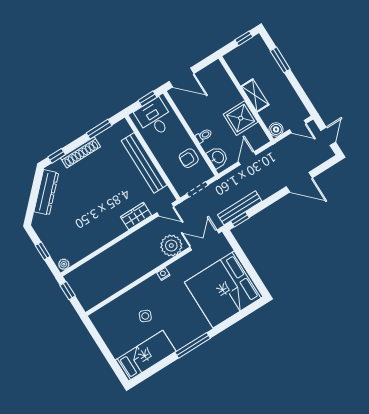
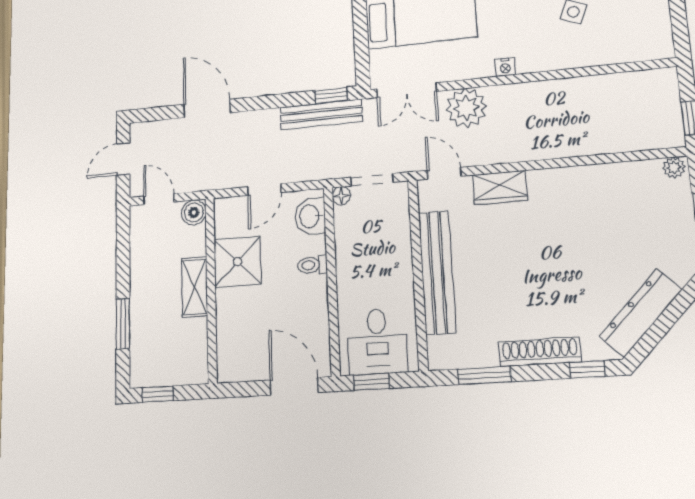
armchair: (189, 158) -> (358, 240), removed
floor lamp: (208, 174) -> (341, 196), added

